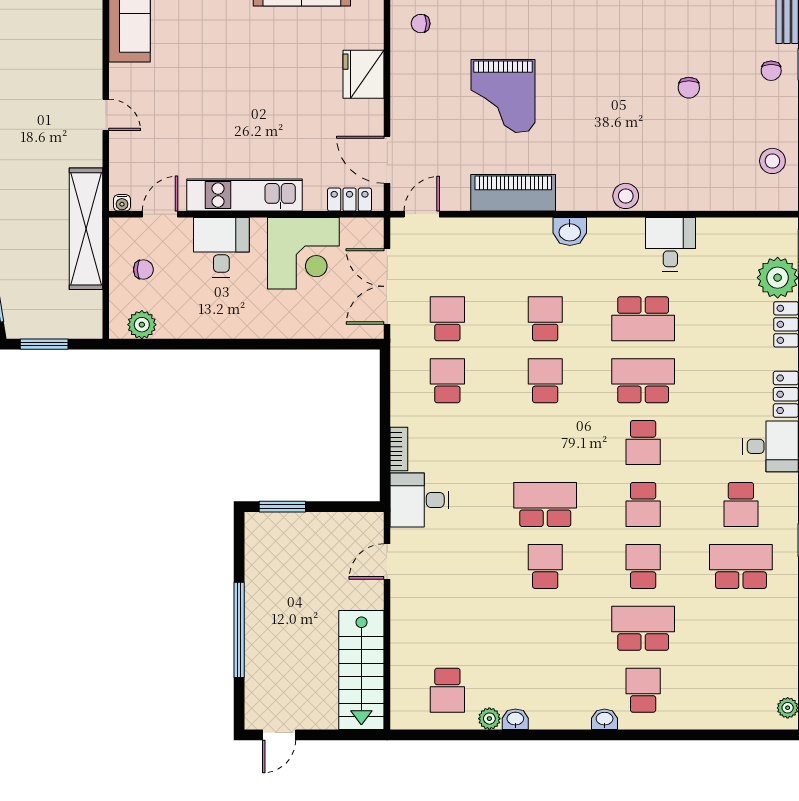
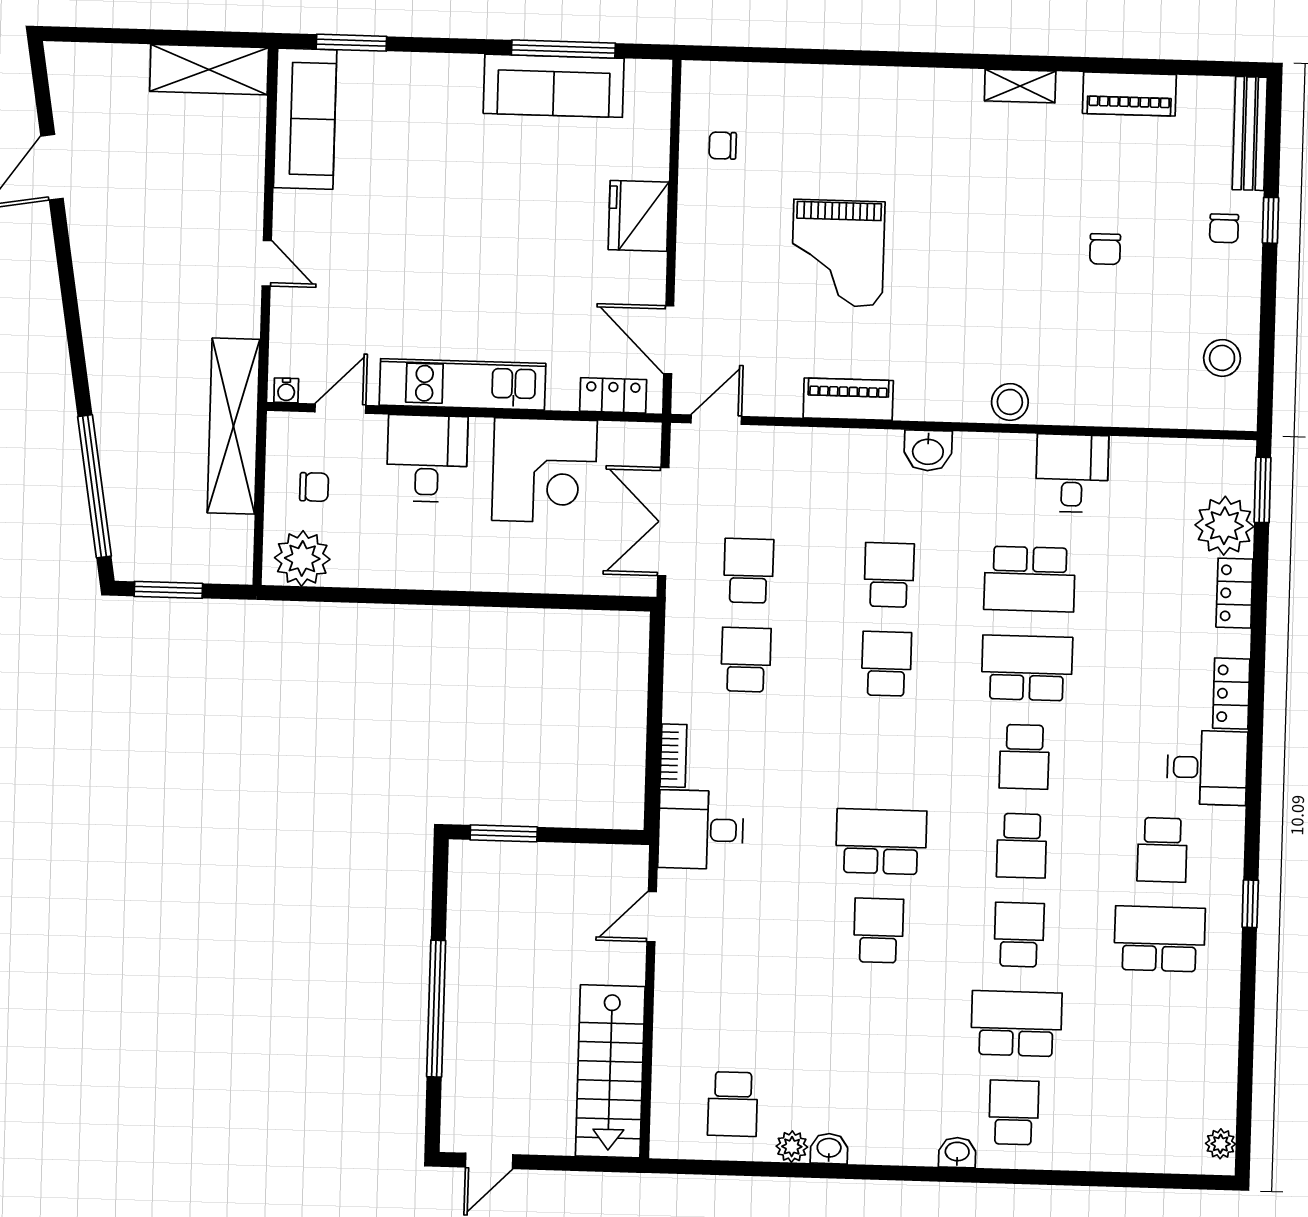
piano: (513, 193) -> (848, 399), width x0.73, depth x0.75
plant: (142, 325) -> (302, 558), width x1.36, depth x1.36

